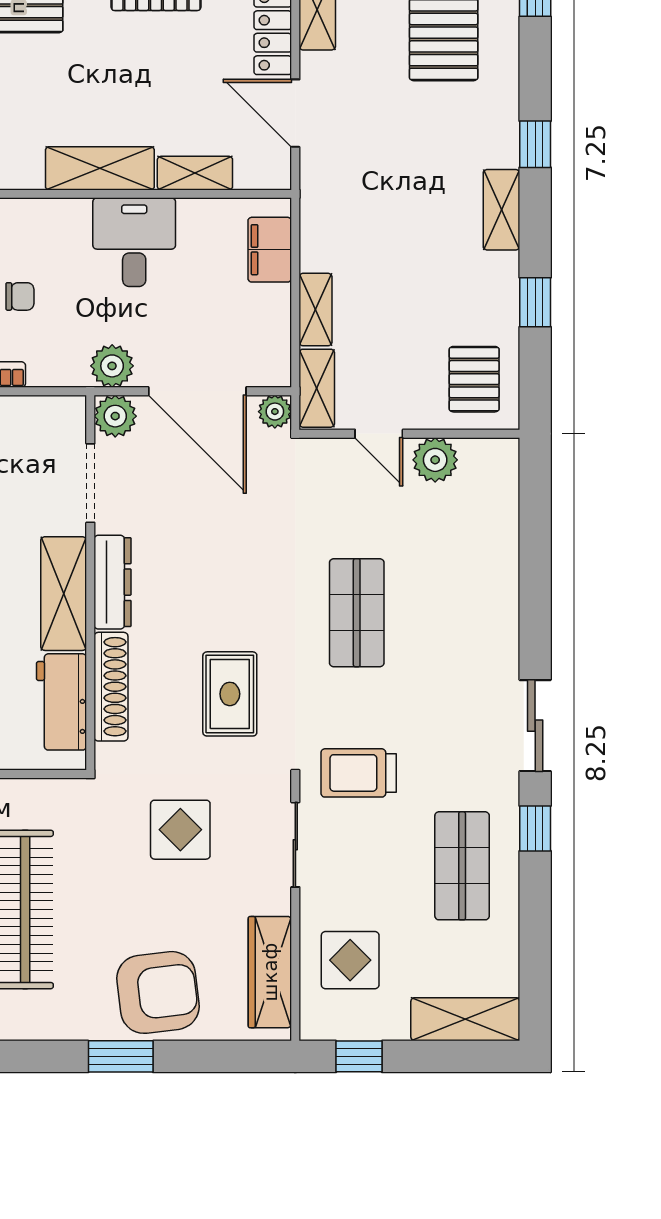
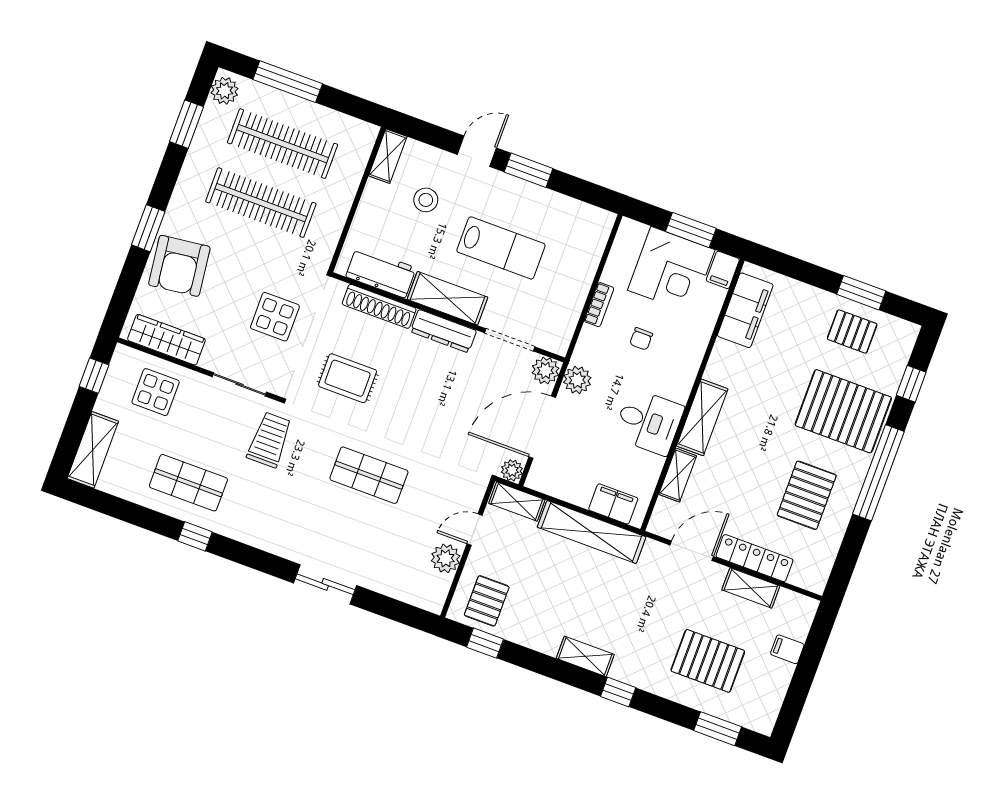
window: (535, 302) -> (485, 643), moved
shelving: (316, 310) -> (592, 532), width x2.20, depth x1.33
pallet: (474, 379) -> (487, 601), turned 90
sliding door: (535, 726) -> (325, 584), moved

